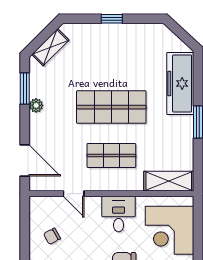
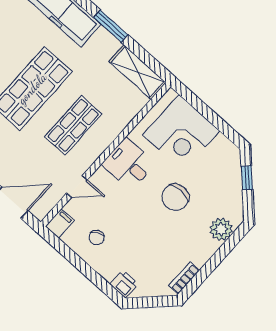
shelving: (169, 181) -> (137, 72), moved, turned 90
filing cabinet: (40, 204) -> (60, 223), added

